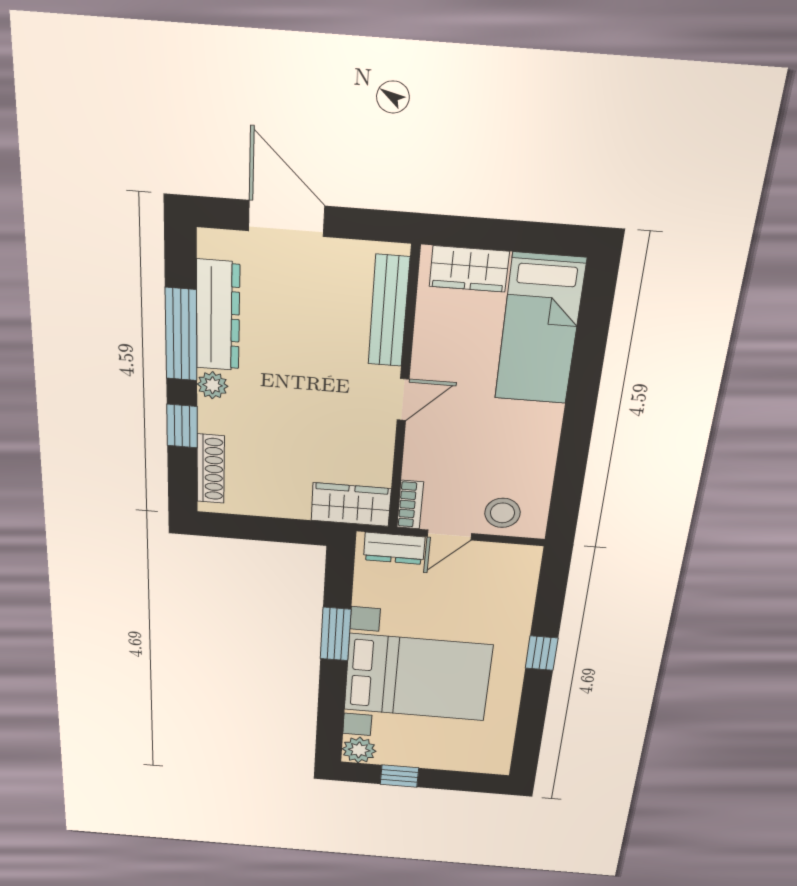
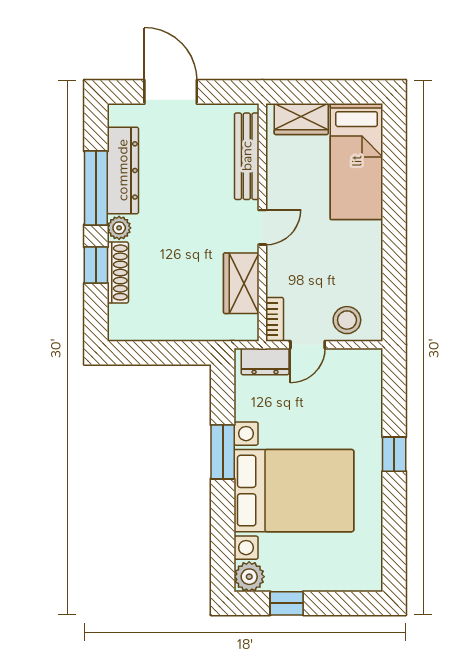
shoe rack: (211, 469) -> (118, 273), moved
wardrobe: (351, 505) -> (241, 283), moved, turned -90

